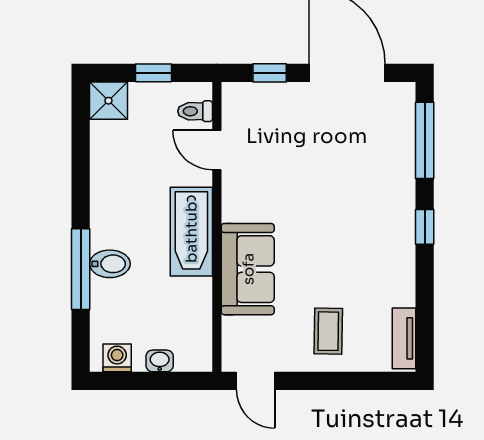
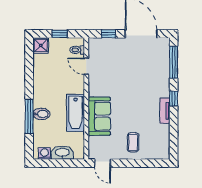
bathtub: (191, 232) -> (76, 113), moved
tv unit: (404, 338) -> (165, 111), moved
washbasin: (160, 361) -> (62, 153), width x1.91, depth x1.45

